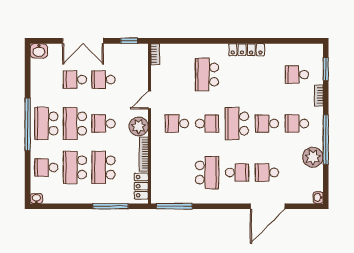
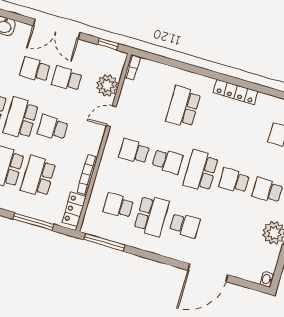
plant: (139, 126) -> (107, 85), moved
school desk: (267, 172) -> (118, 206), moved

